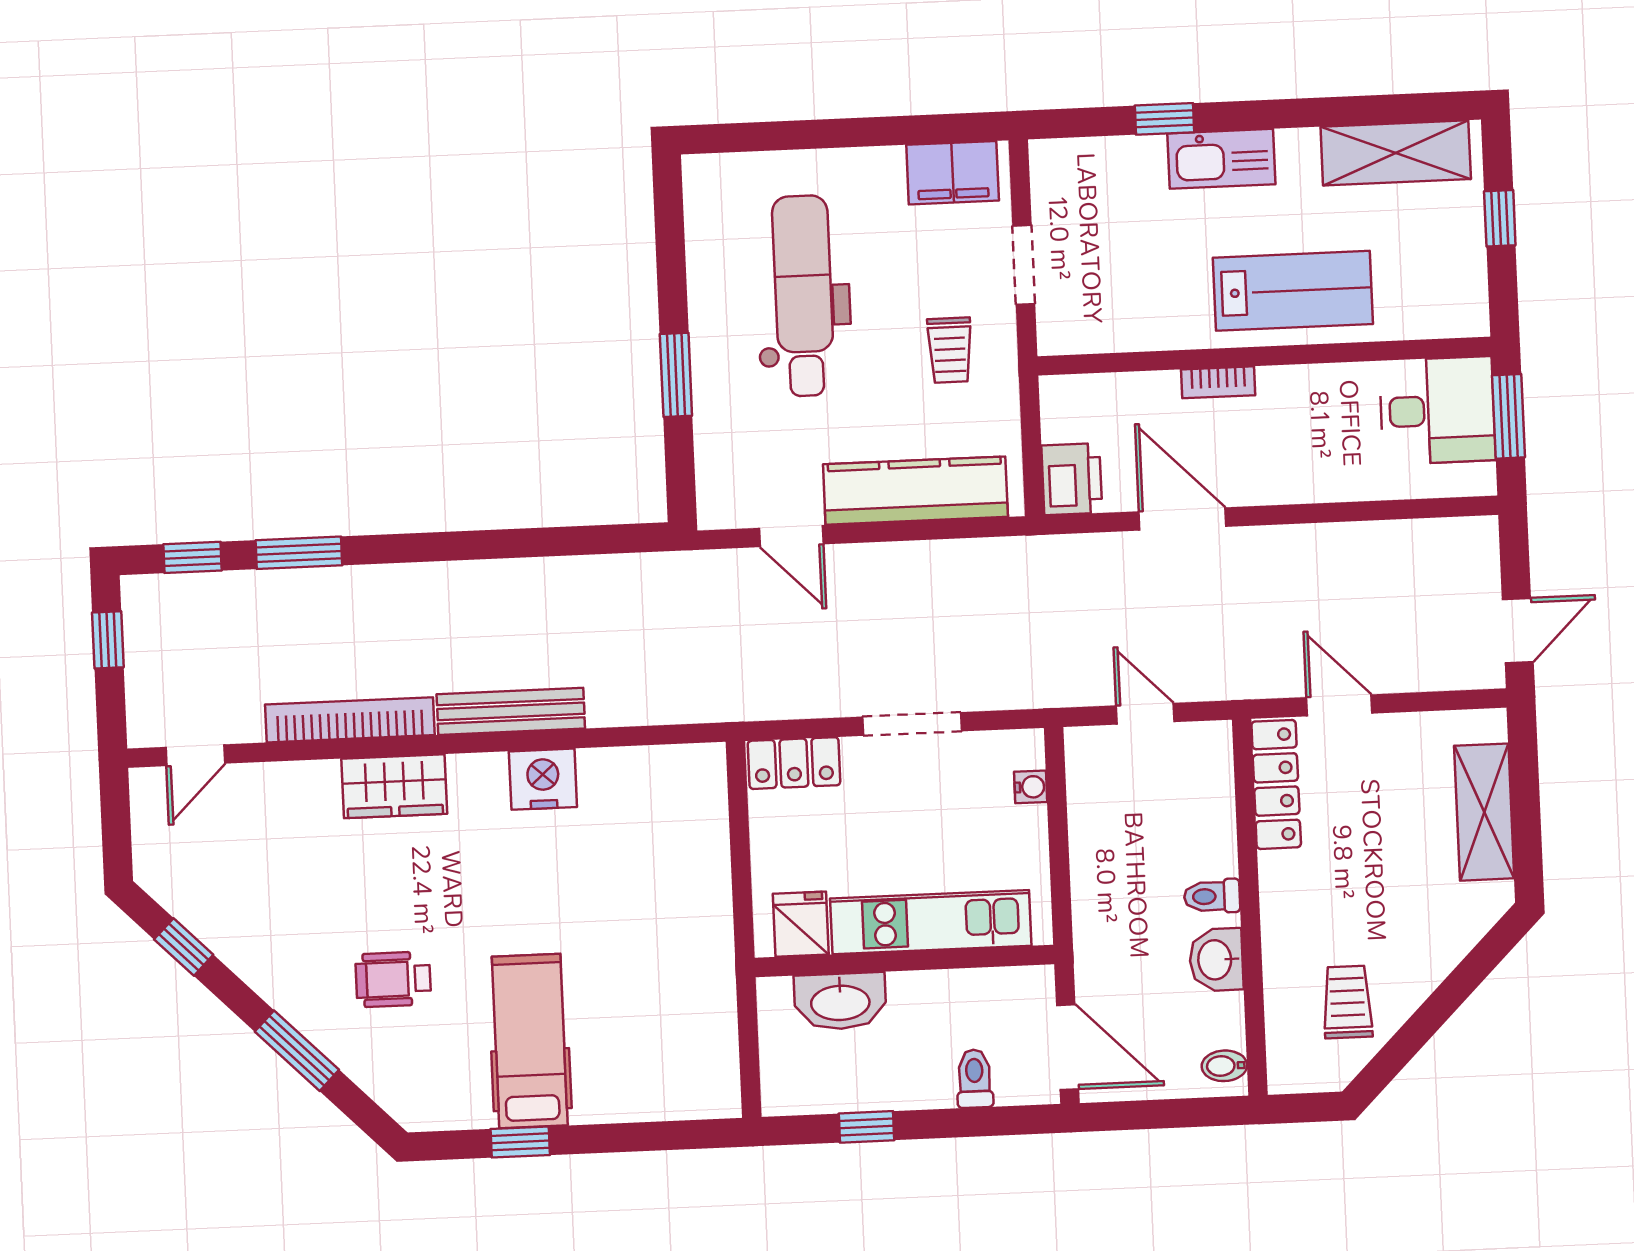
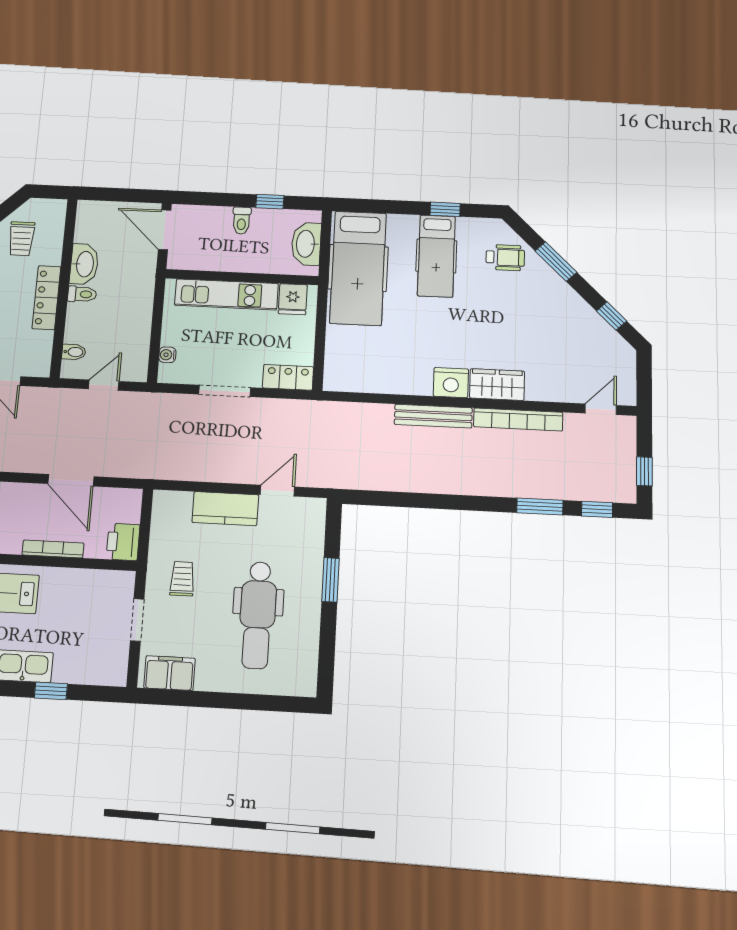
bookcase: (1218, 382) -> (53, 549), width x1.56
printer: (1072, 479) -> (123, 542), moved
kitchen counter: (915, 491) -> (225, 509), width x0.67
door: (791, 536) -> (277, 491), hinge flipped
door: (1145, 714) -> (104, 385), swing flipped
nightstand: (543, 779) -> (451, 383), moved
locker: (1276, 784) -> (46, 298), moved
washbasin: (1216, 960) -> (84, 264), width x1.38
wheelchair: (393, 979) -> (505, 258), moved
washbasin: (840, 1001) -> (306, 244), moved, turned -90
hospital bed: (680, 1002) -> (358, 268), added
bidet: (1224, 1066) -> (74, 352), moved
toilet: (975, 1079) -> (242, 221), moved

